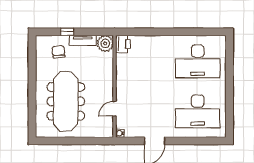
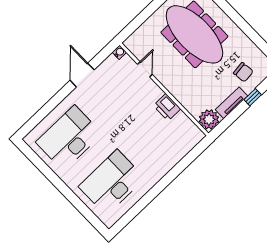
printer: (123, 44) -> (167, 107), moved

